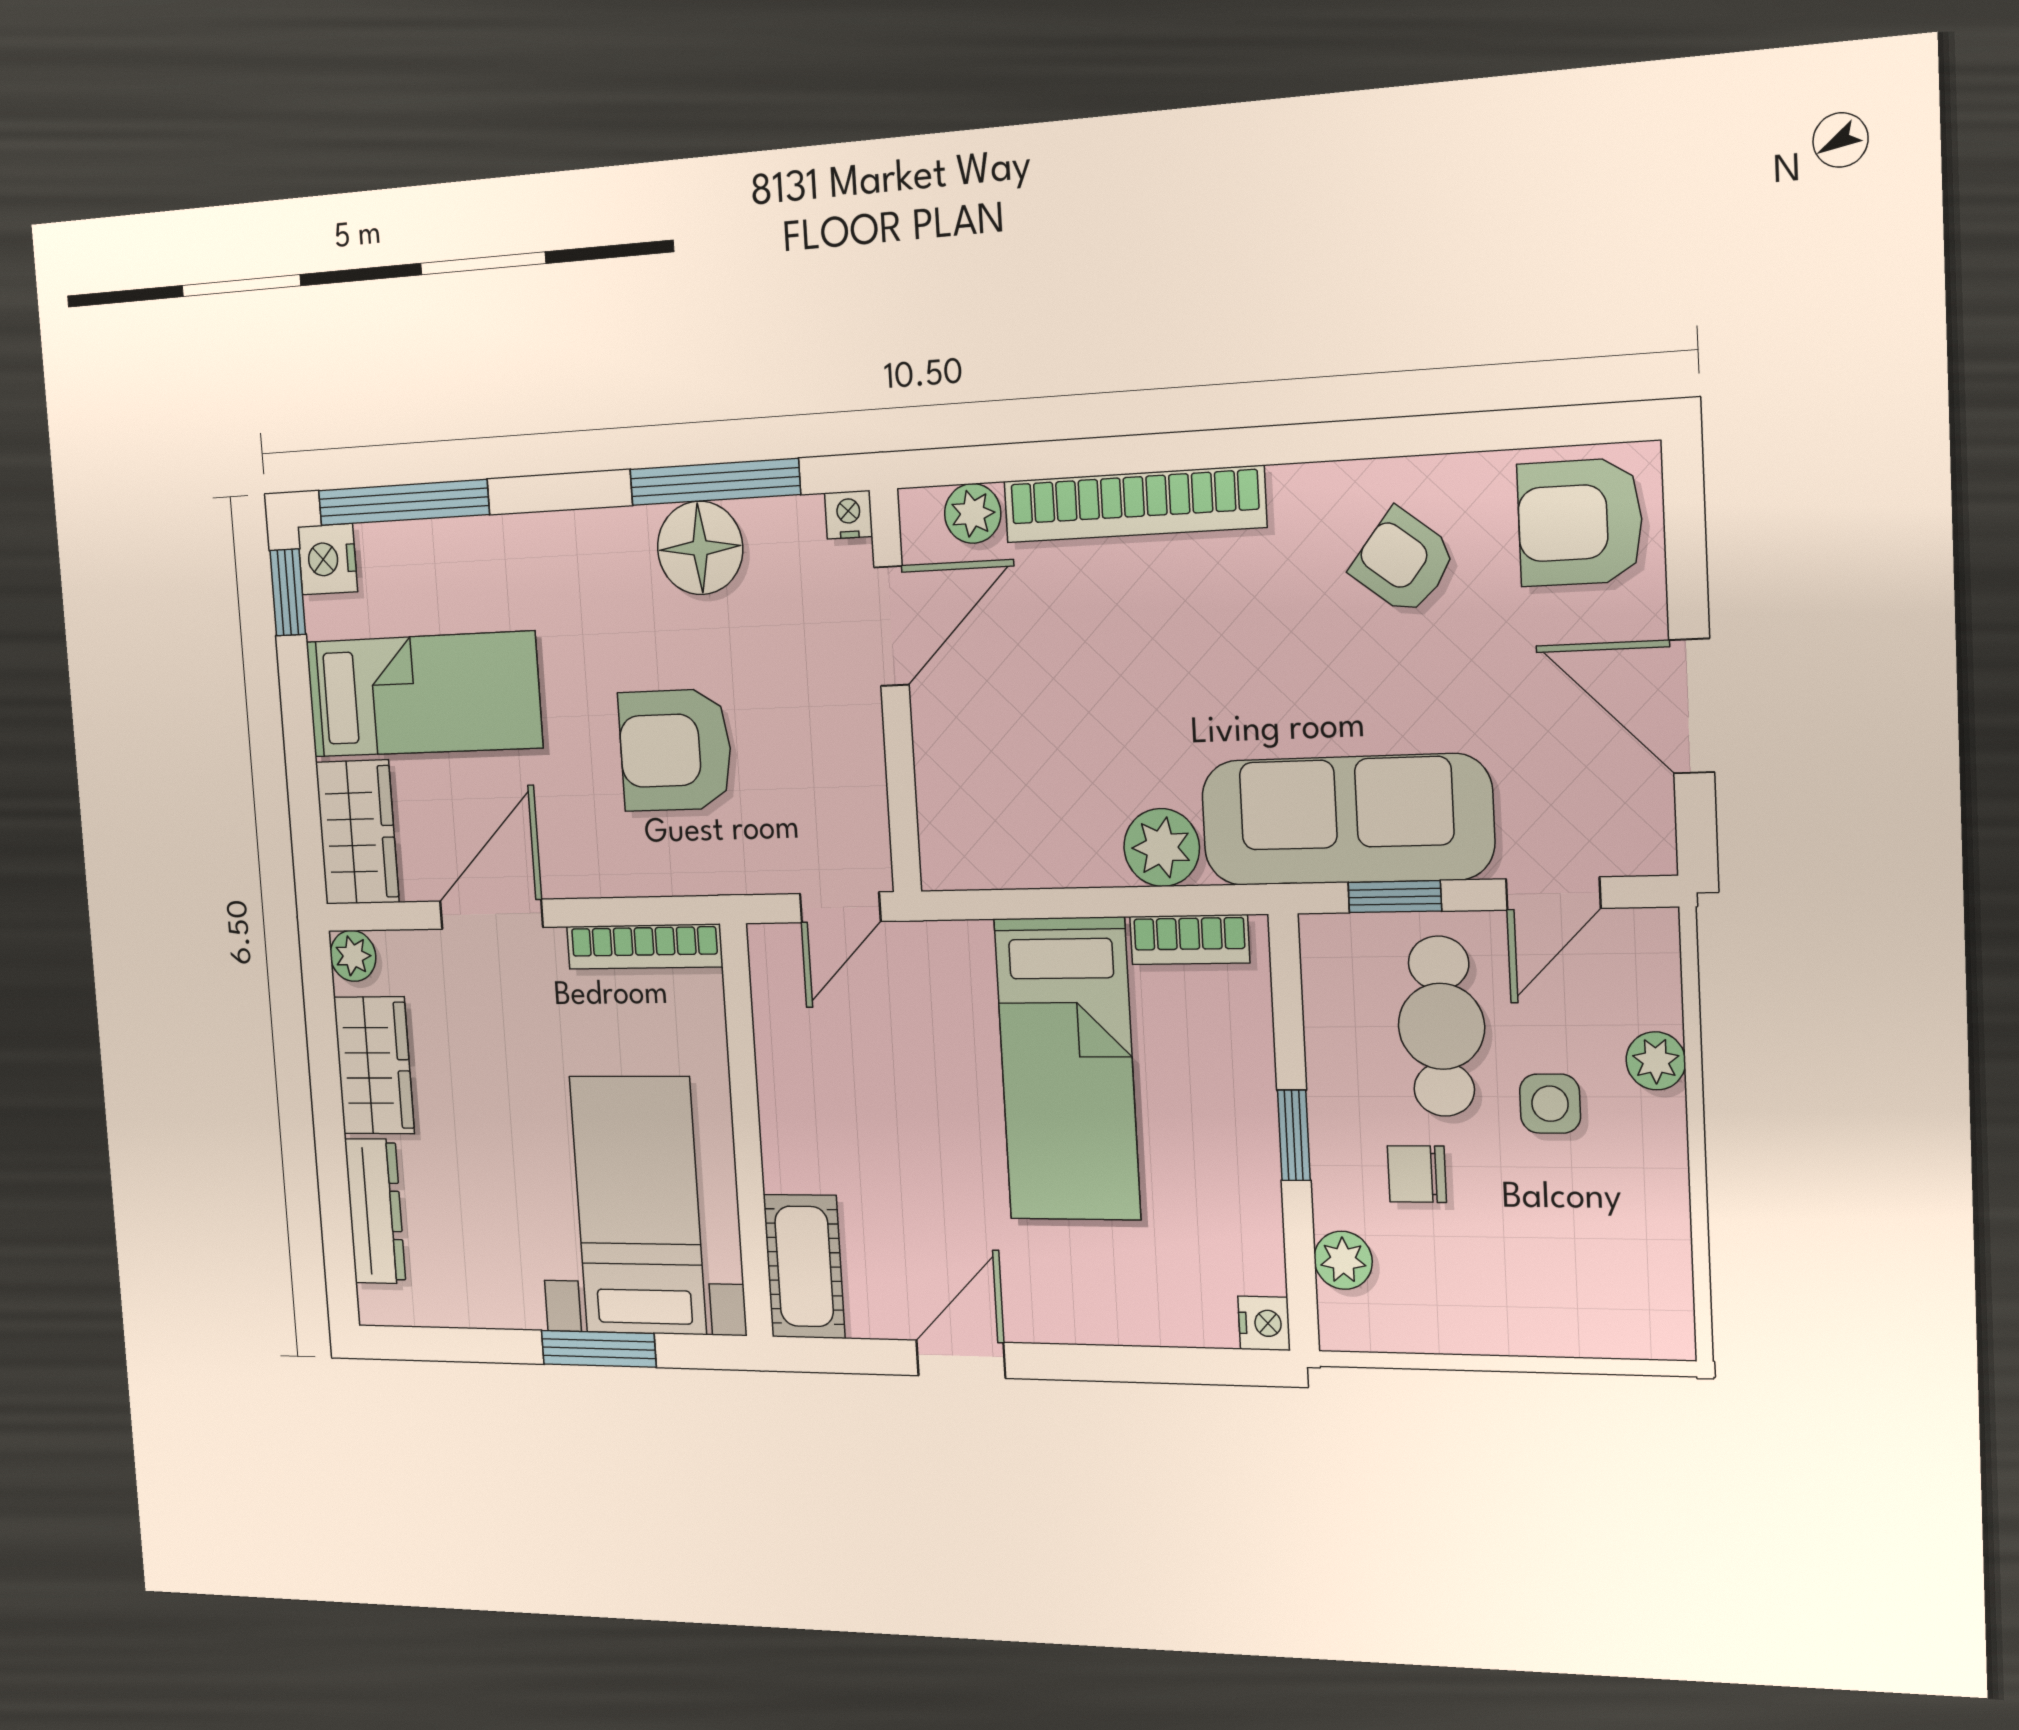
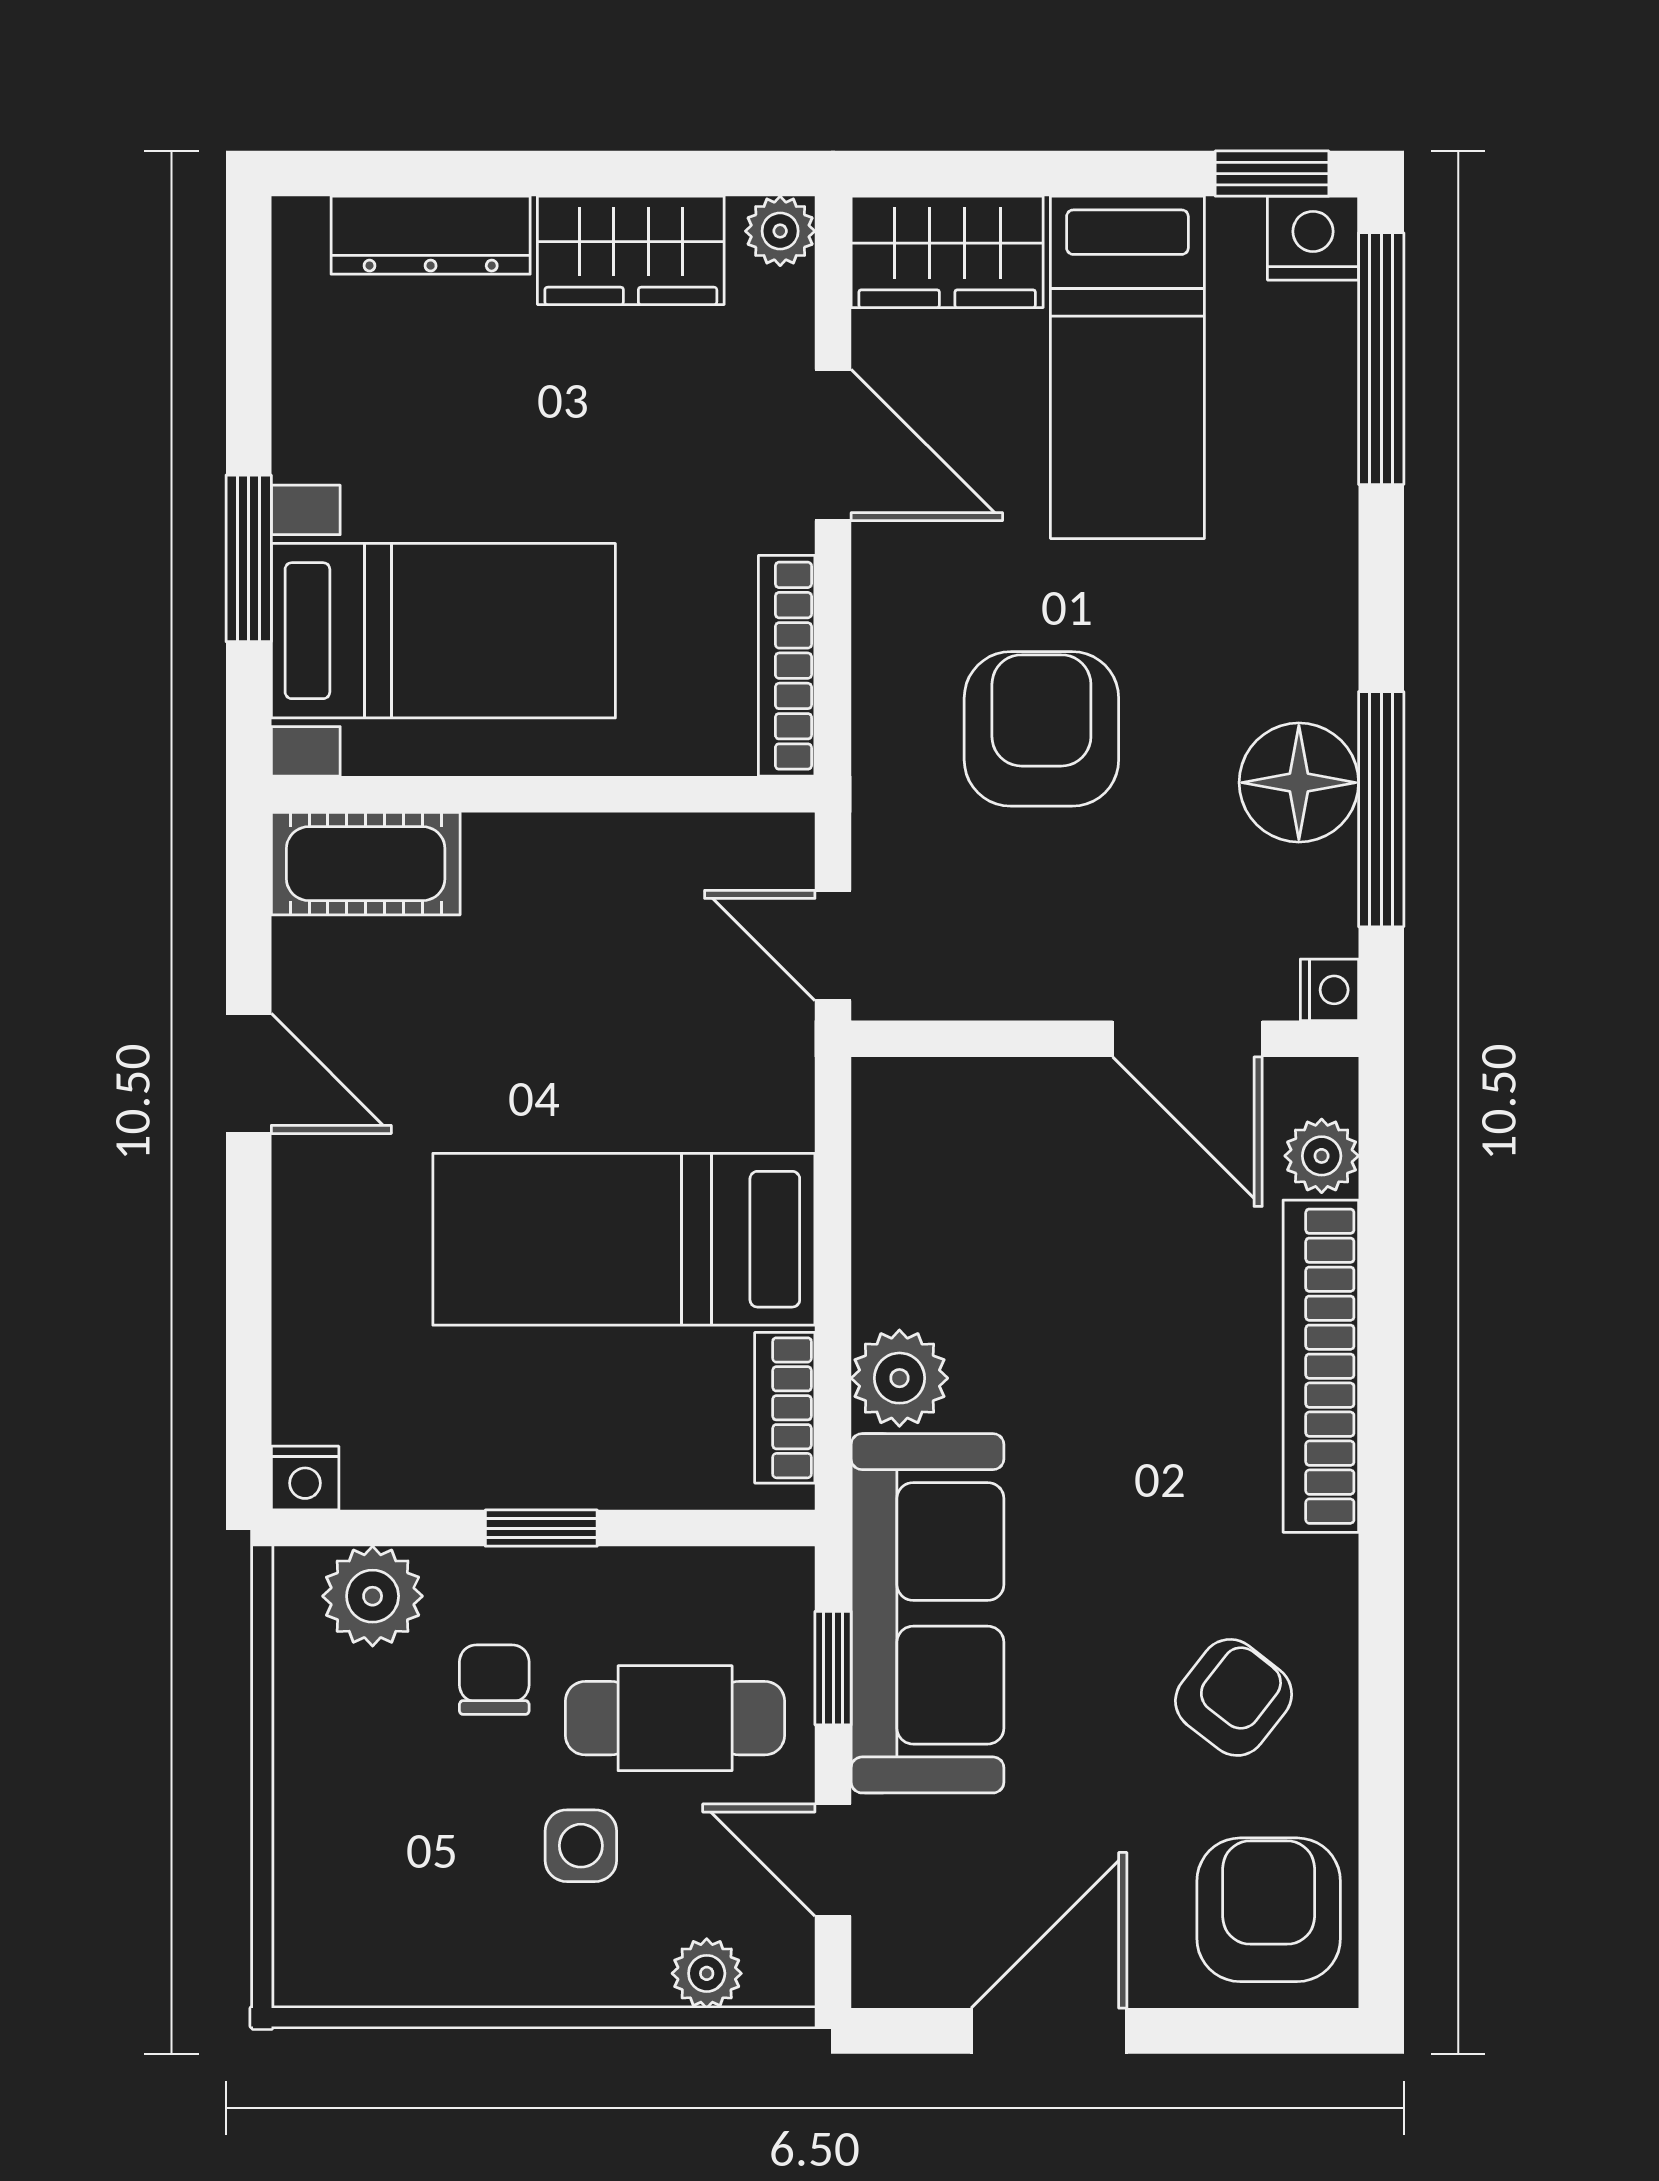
plant: (1656, 1061) -> (707, 1973), moved
plant: (1343, 1260) -> (373, 1596), width x1.38, depth x1.38

